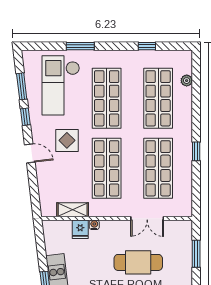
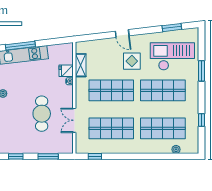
window: (25, 117) -> (149, 30), removed
window: (196, 151) -> (95, 156), moved
door: (30, 153) -> (122, 34), hinge flipped

